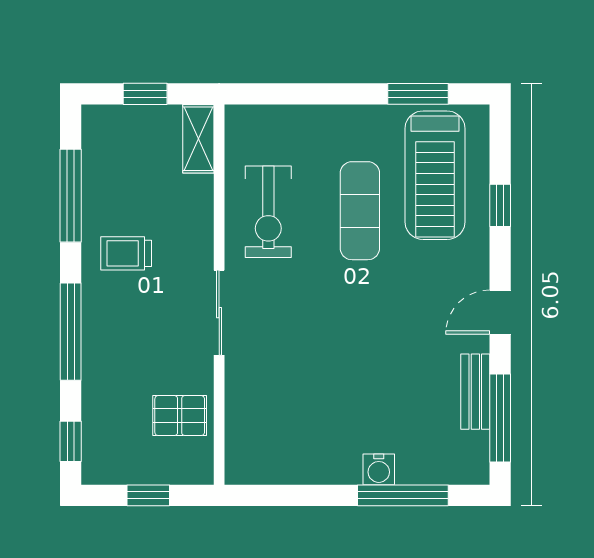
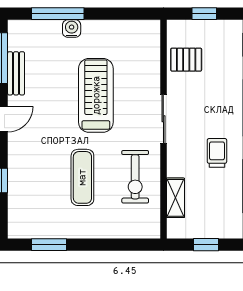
shelving: (198, 139) -> (175, 198), moved
treadmill: (435, 175) -> (96, 95), moved
exercise bike: (268, 212) -> (135, 177), turned 180
trolley: (126, 253) -> (217, 153), turned -90

